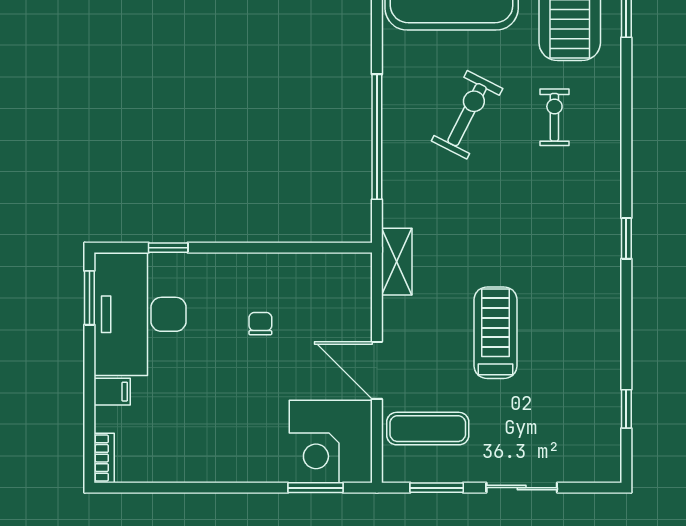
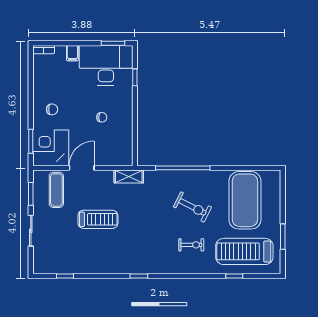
chair: (242, 438) -> (52, 109), added

